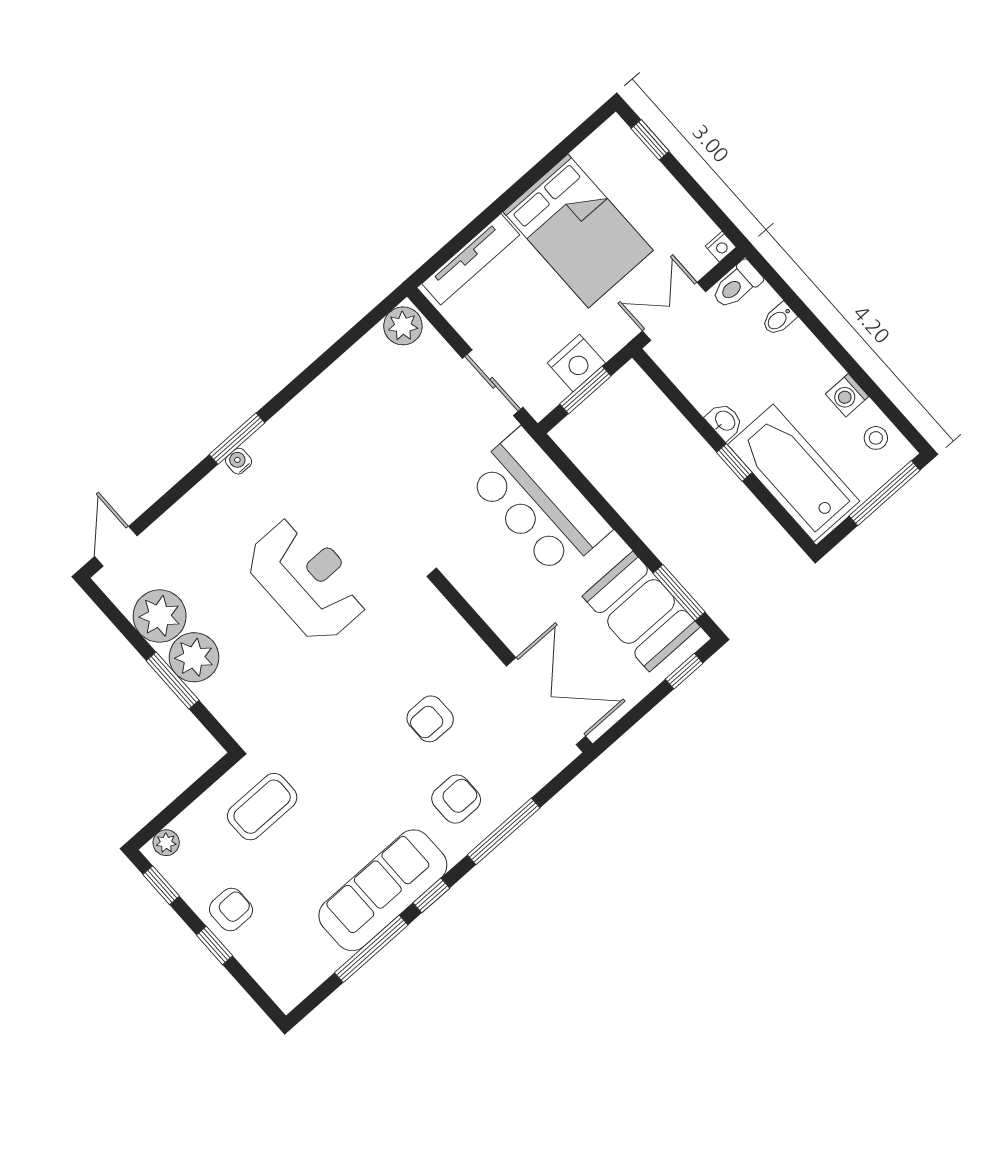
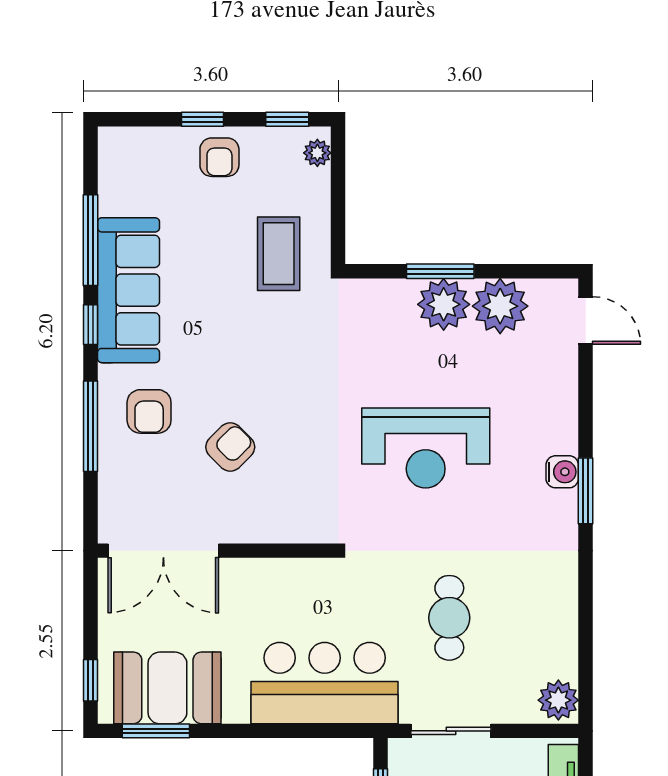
cafe table: (413, 455) -> (449, 618), added
water cooler: (239, 461) -> (562, 472), width x1.38, depth x1.38
armchair: (430, 719) -> (230, 447), turned 45

